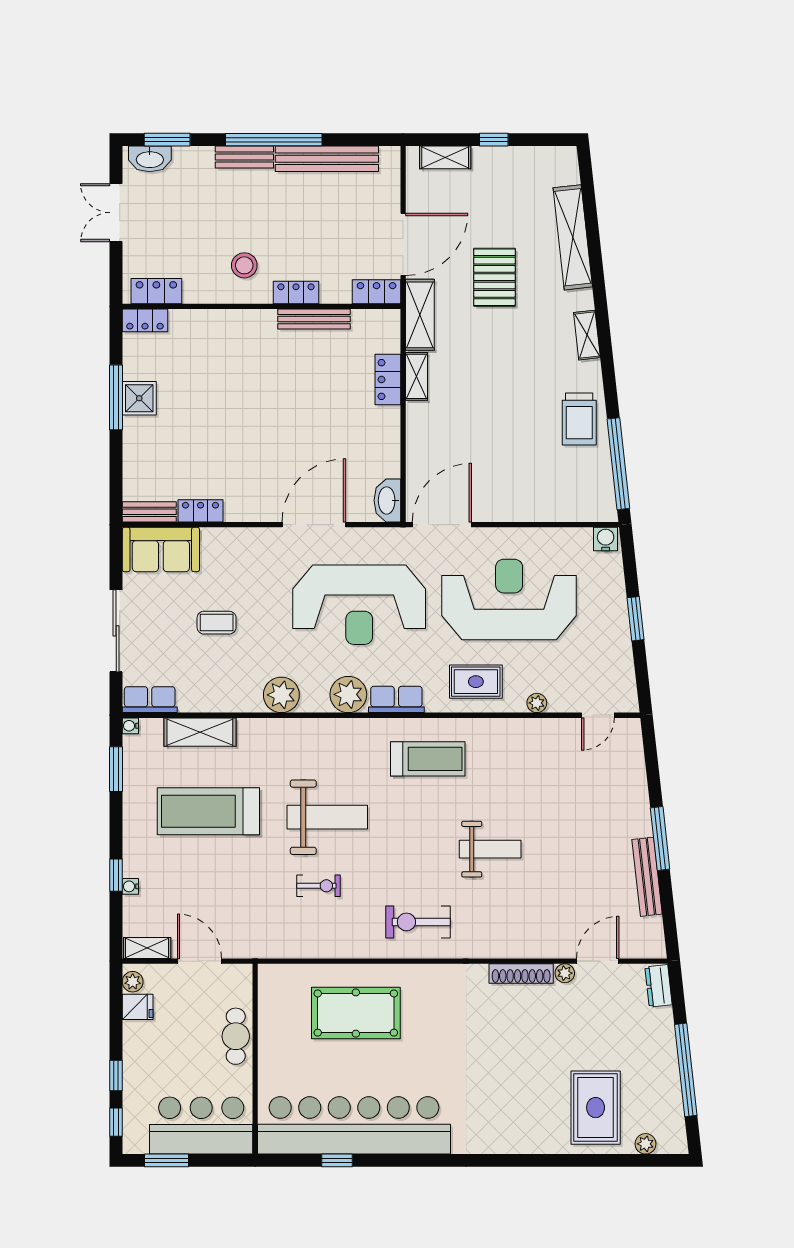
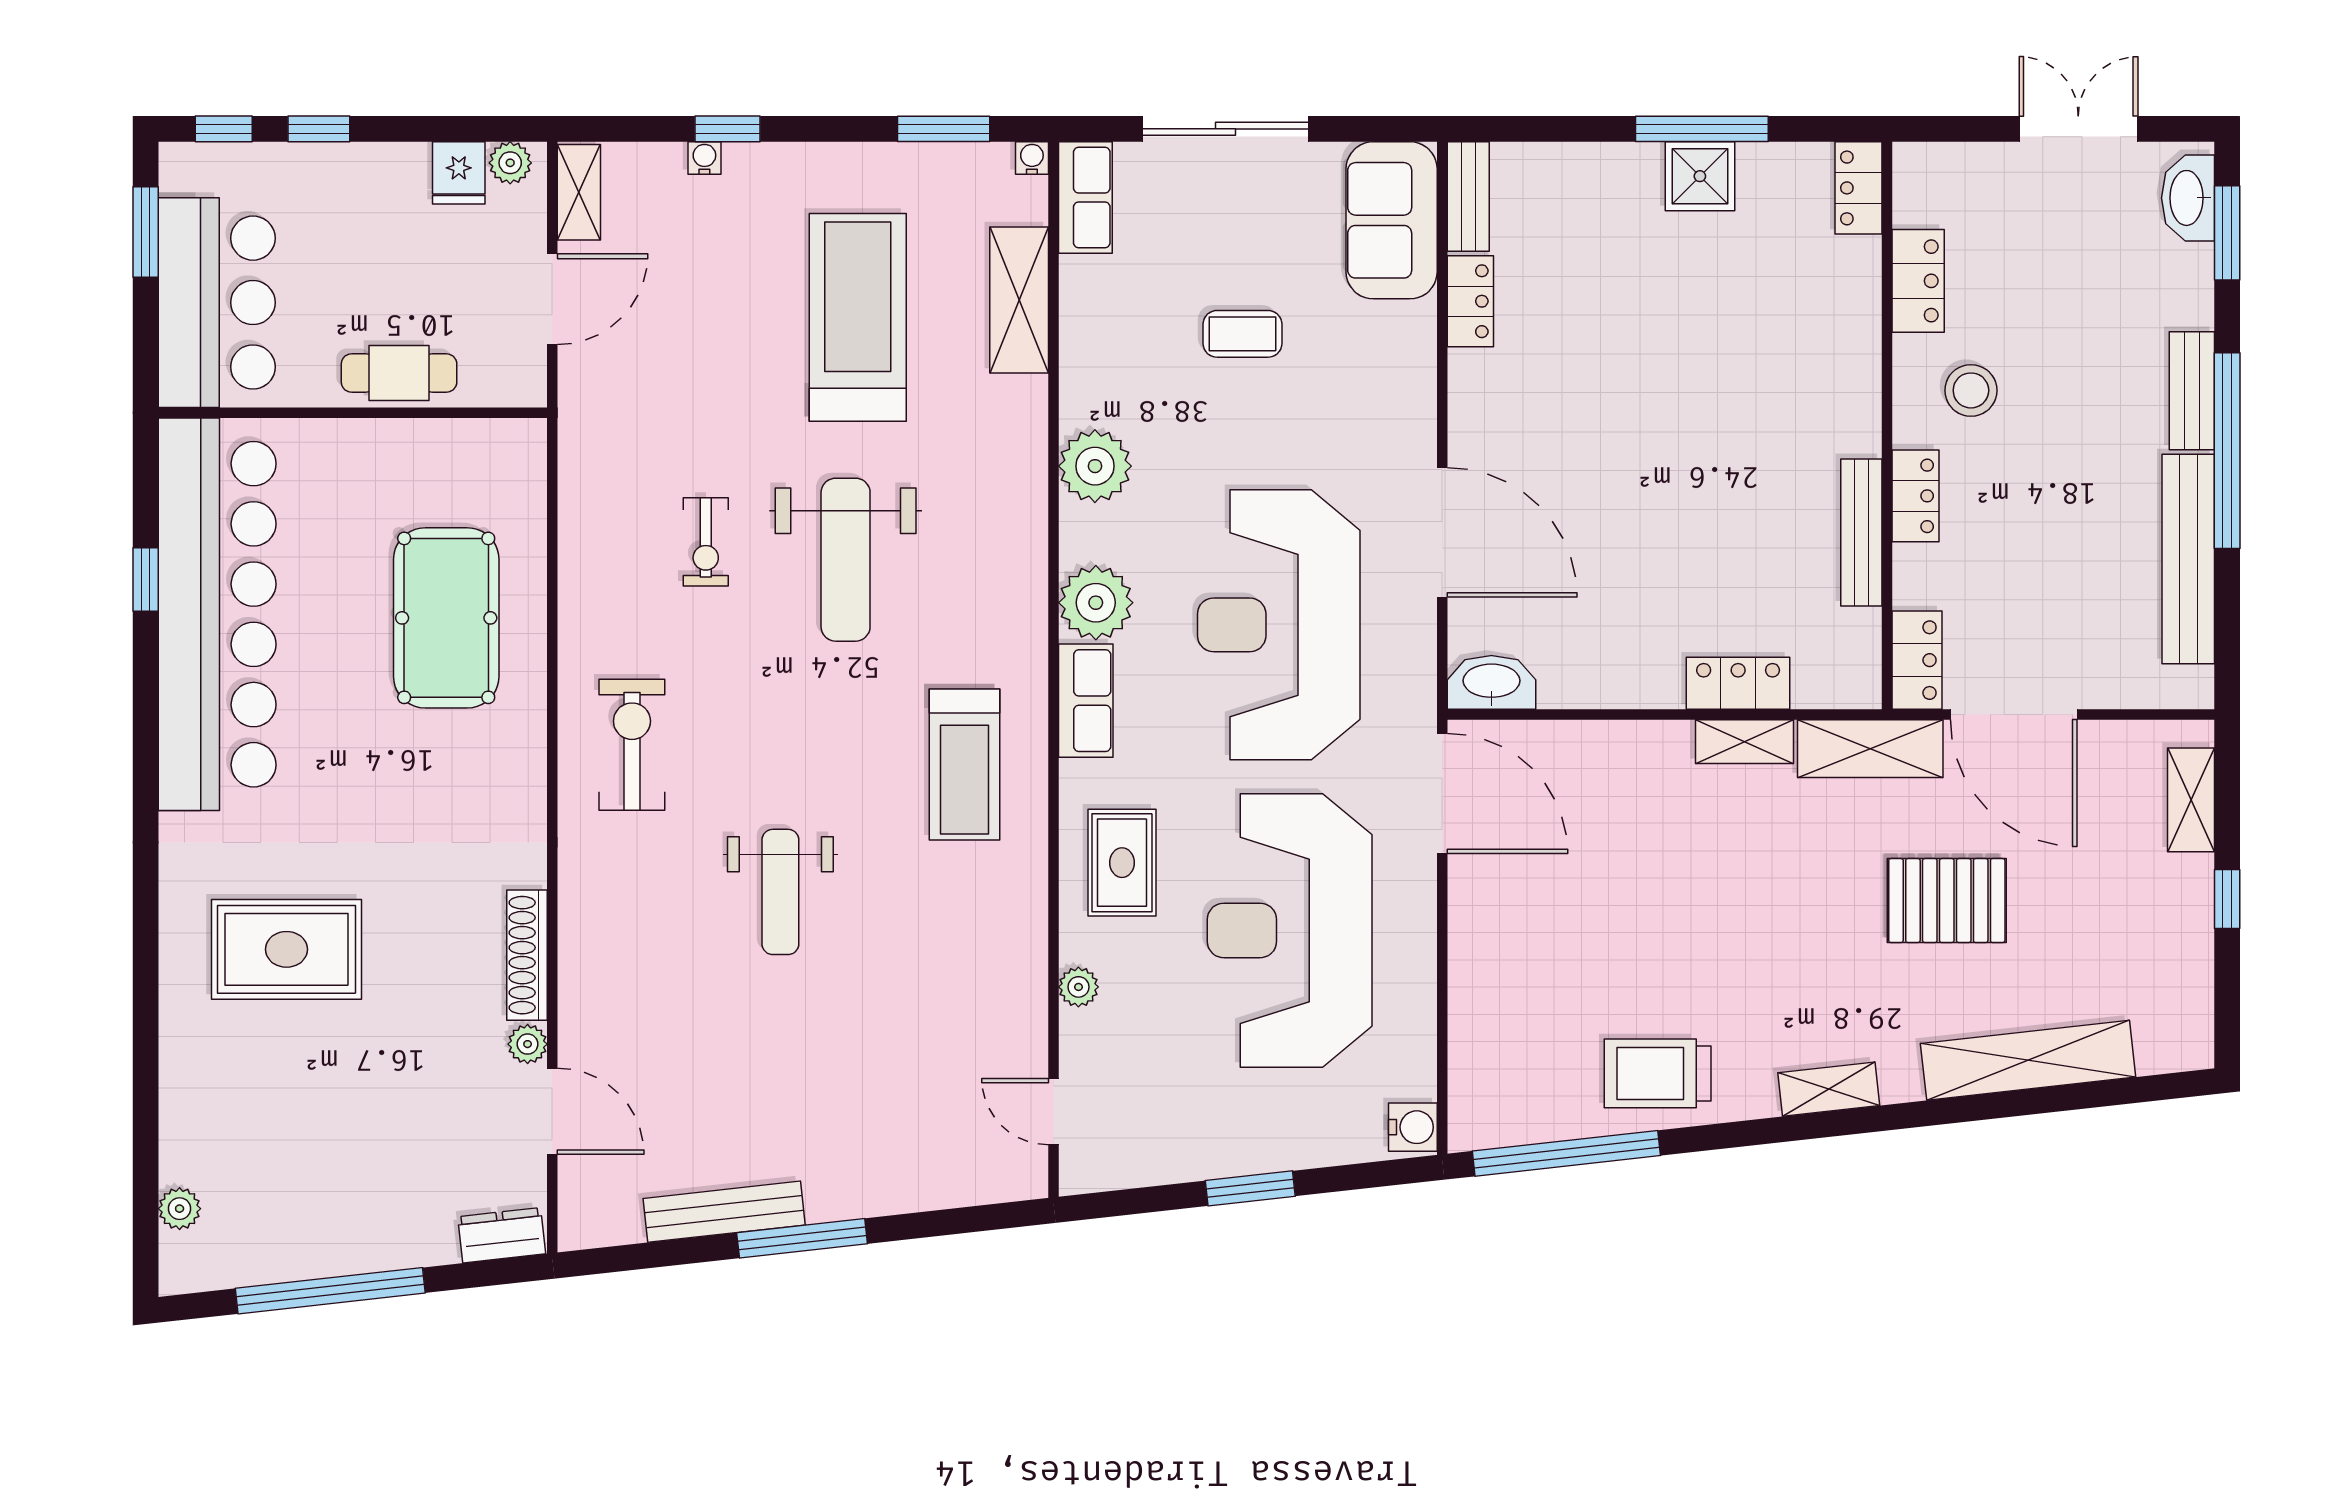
locker: (156, 291) -> (1918, 281), moved
reception desk: (509, 599) -> (1290, 930), turned 180
coffee table: (217, 623) -> (1242, 334), turned 90
rug: (596, 1108) -> (286, 949), moved

